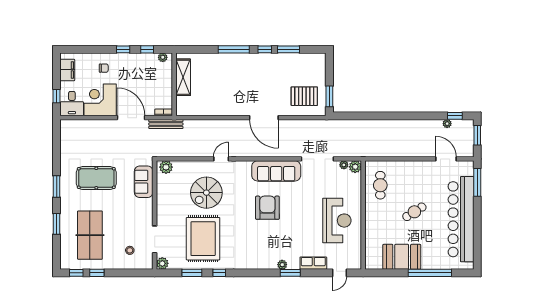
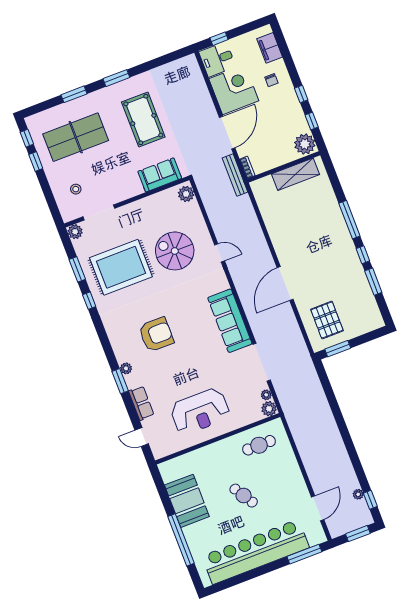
plant: (163, 57) -> (305, 144), width x1.88, depth x1.88
filing cabinet: (67, 70) -> (270, 48), moved, turned 90
armchair: (267, 208) -> (156, 335), moved

